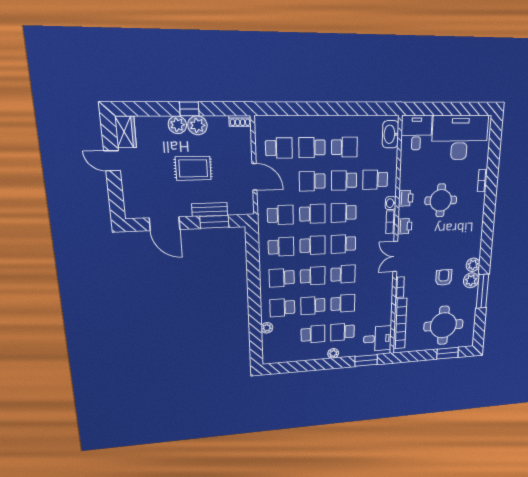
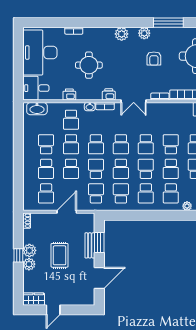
school desk: (279, 148) -> (46, 193), turned 180
printer: (406, 198) -> (69, 94), moved
school desk: (313, 245) -> (121, 169), turned 180
school desk: (343, 274) -> (146, 144), turned 180
armchair: (444, 278) -> (154, 59), turned -90
plant: (471, 280) -> (122, 34), moved

